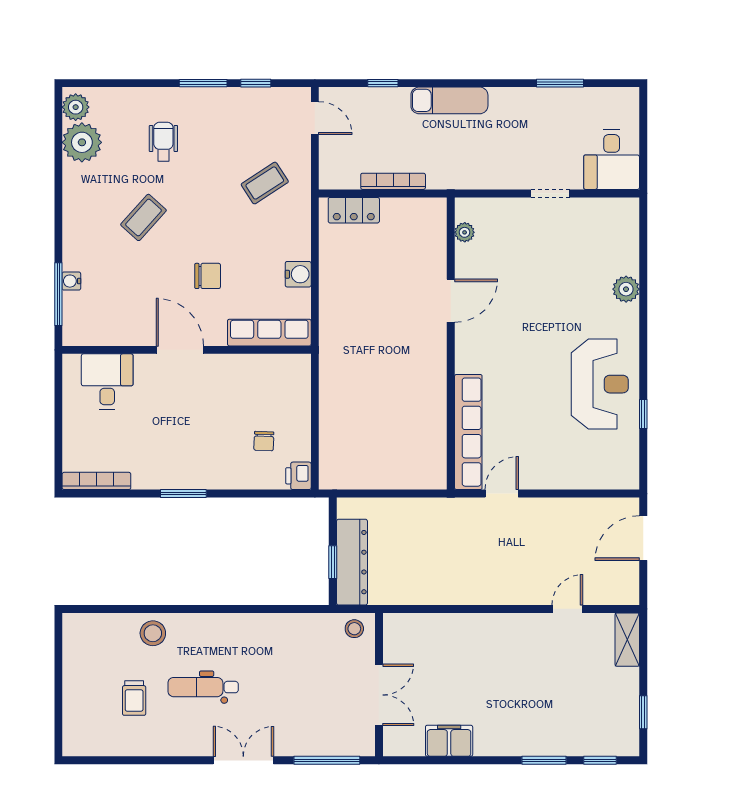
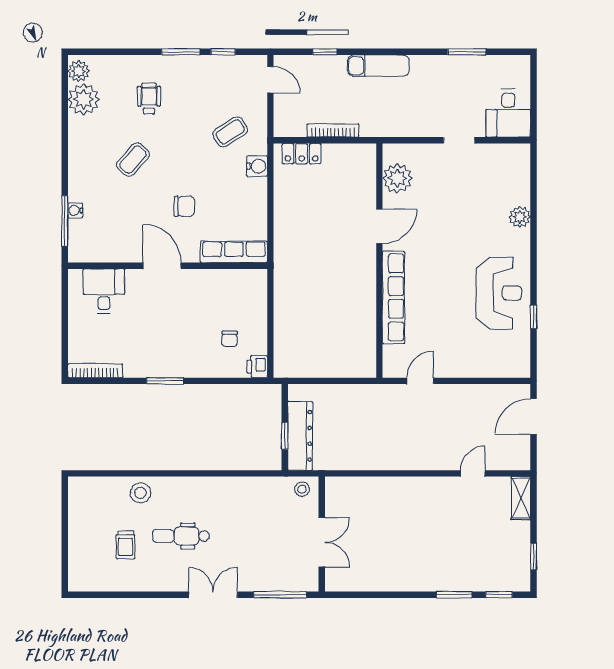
plant: (465, 232) -> (397, 178), width x1.87, depth x1.87
water cooler: (298, 274) -> (257, 166), moved
row of seats: (468, 432) -> (393, 297), moved
filing cabinet: (449, 741) -> (378, 579), removed

